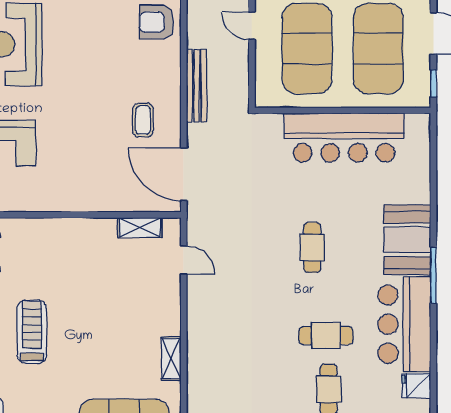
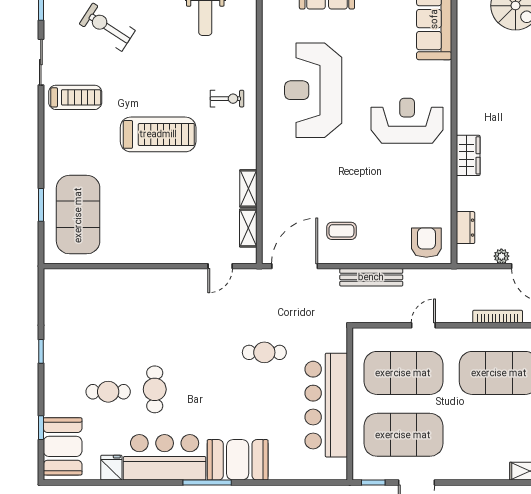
cafe table: (312, 247) -> (264, 352), moved
treadmill: (32, 332) -> (158, 134), width x1.37, depth x1.38
shelving: (171, 359) -> (248, 188), moved, turned 90

